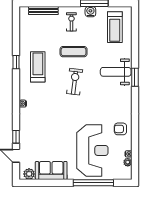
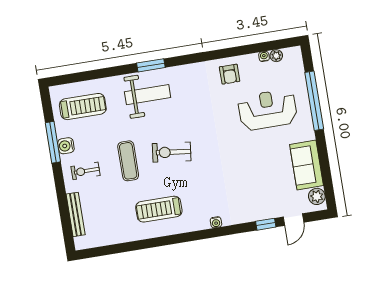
window: (16, 62) -> (157, 242), removed
weight bench: (116, 72) -> (148, 95), turned -90
reception desk: (92, 150) -> (268, 110), width x0.74, depth x0.77

